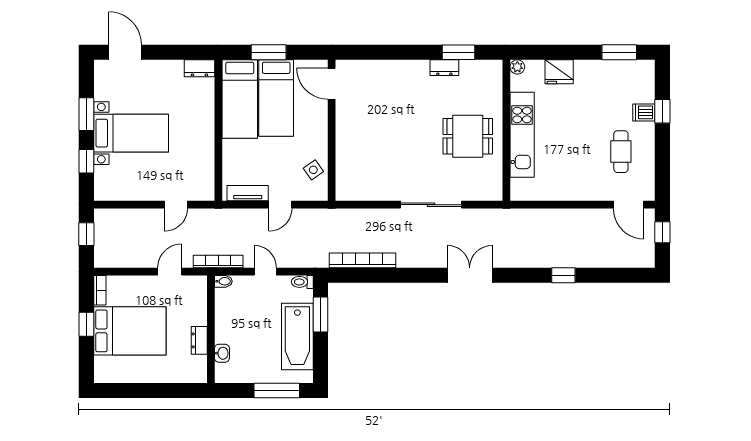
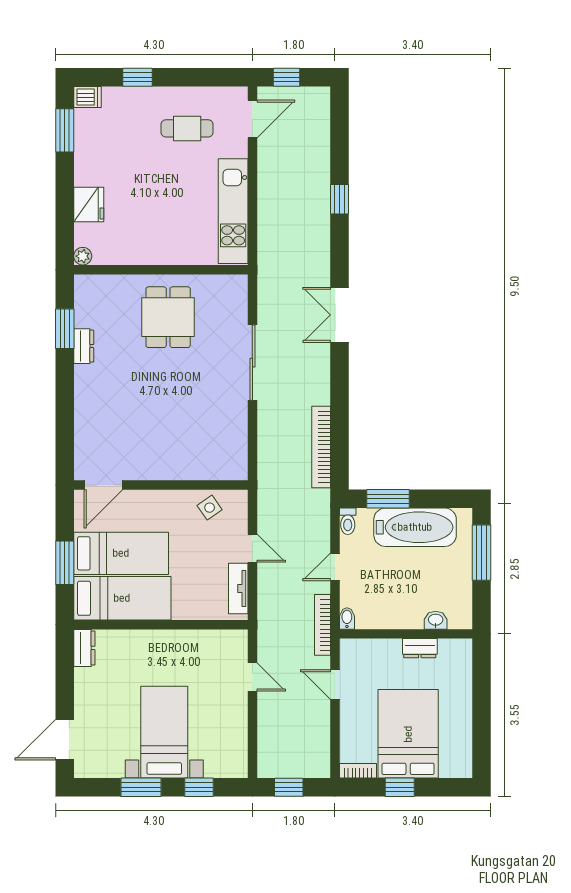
dishwasher: (644, 112) -> (87, 97), moved, turned -90
kitchen unit: (522, 135) -> (233, 211), moved, turned -90

